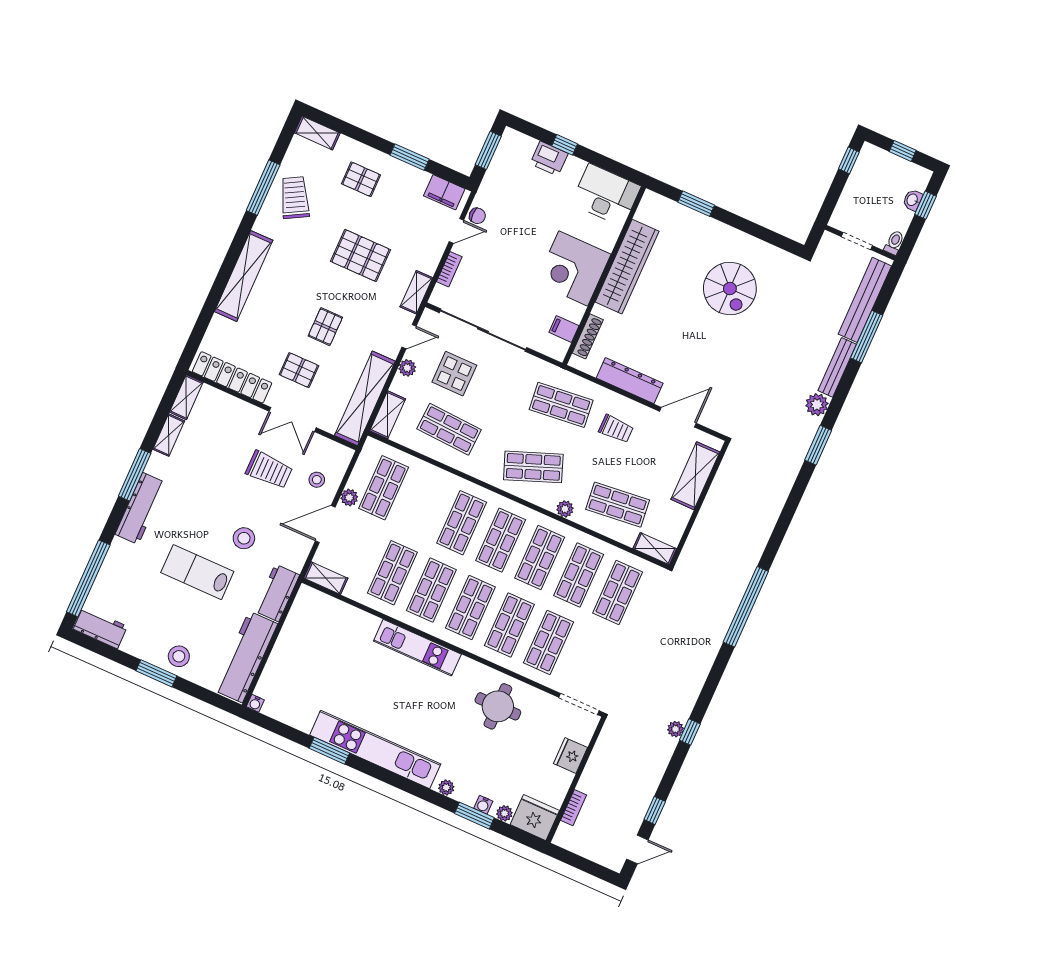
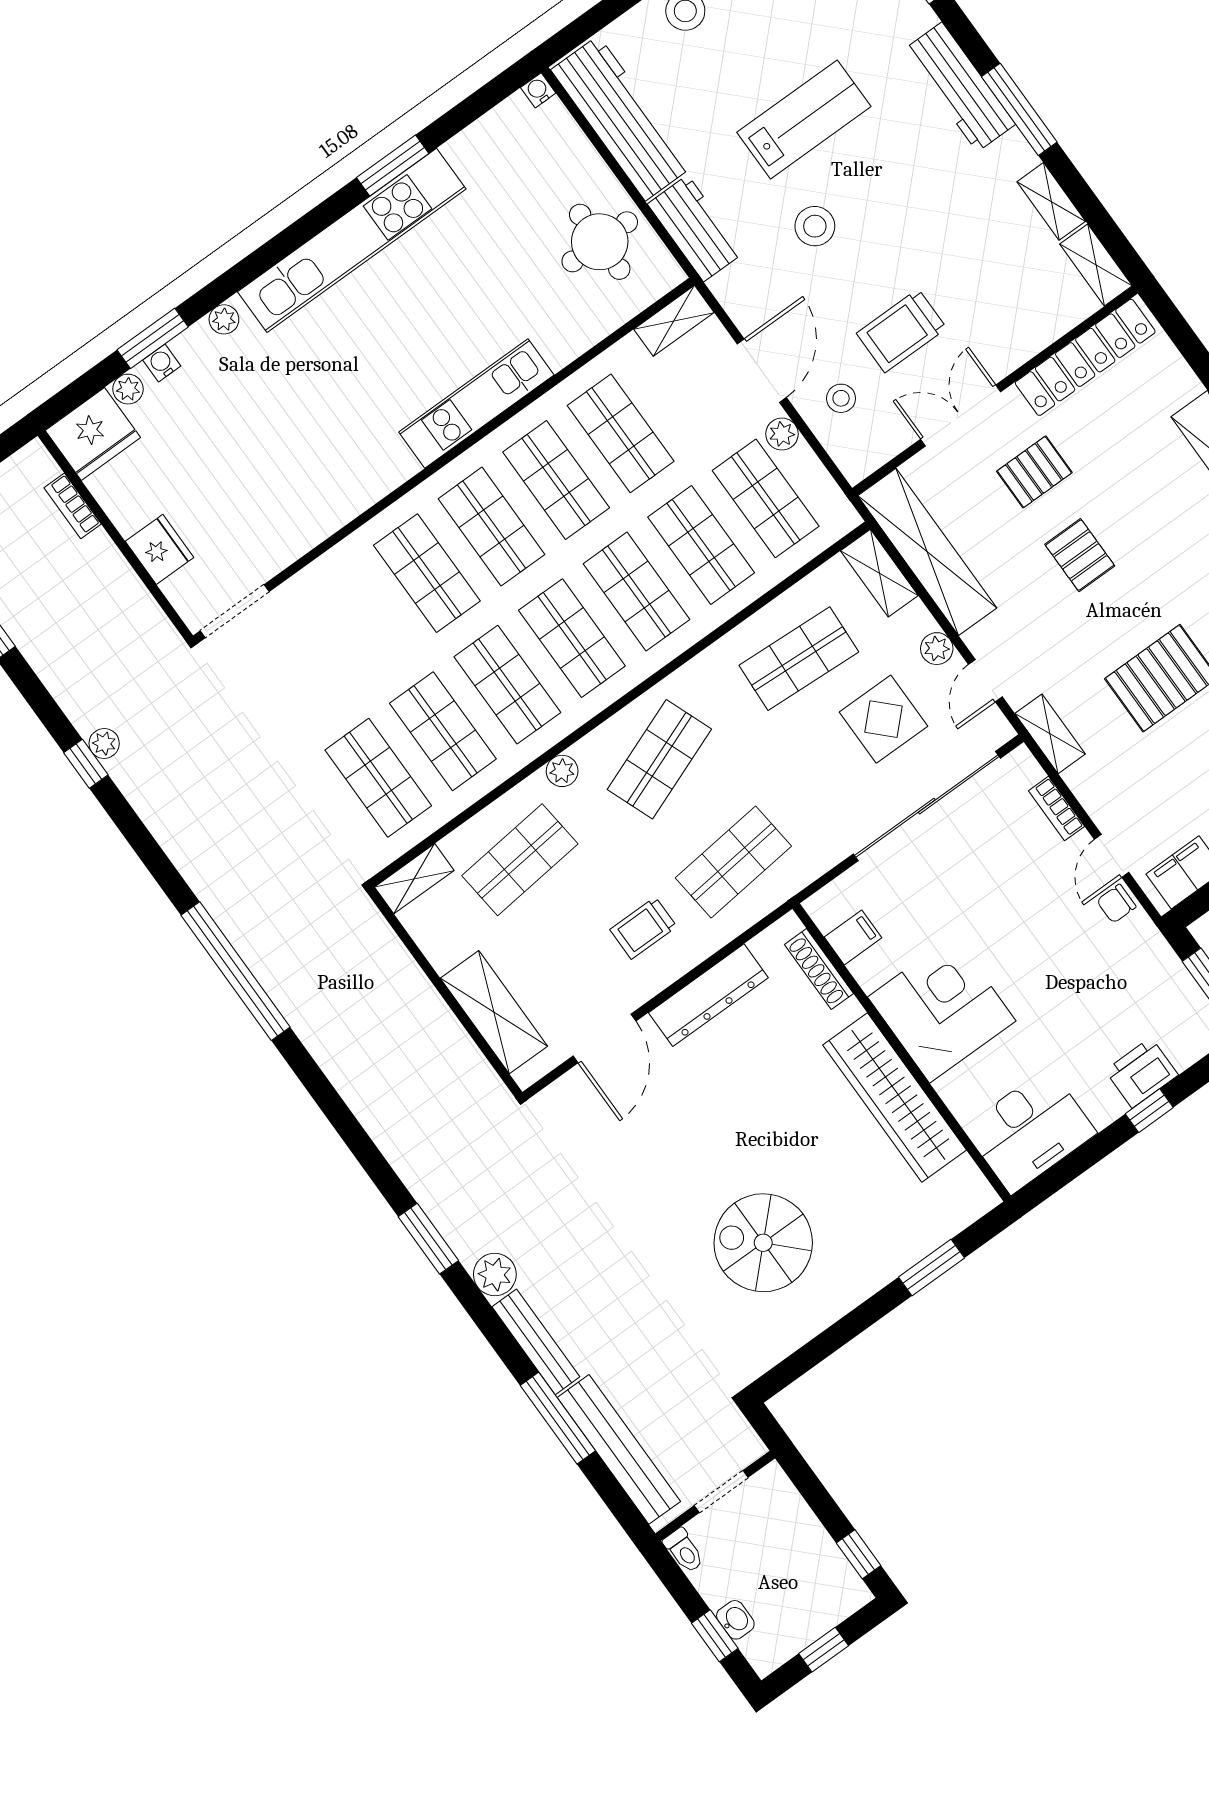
shop shelf: (548, 642) -> (701, 545), moved
round table: (498, 706) -> (600, 242), moved

